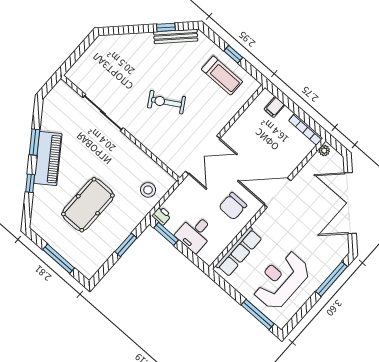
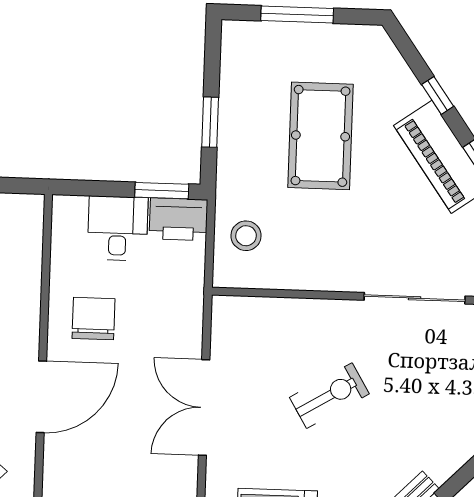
double door: (203, 155) -> (204, 407), moved
printer: (162, 216) -> (178, 219), width x1.87, depth x1.48
row of seats: (239, 252) -> (26, 255), removed

